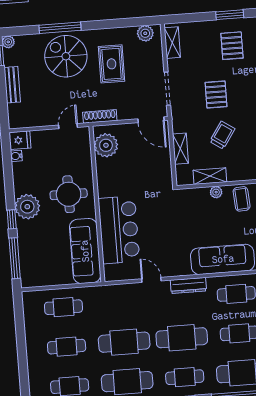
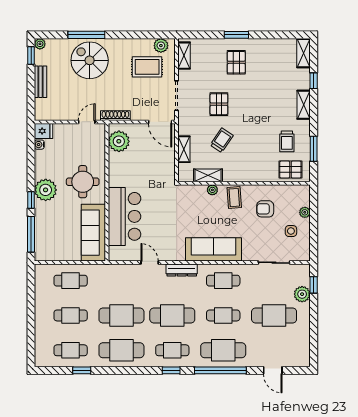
rug: (112, 64) -> (147, 67), moved, turned 90

